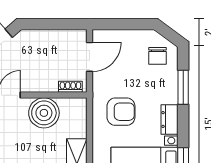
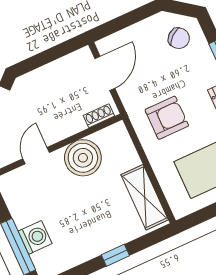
chair: (157, 56) -> (179, 38), turned -40

